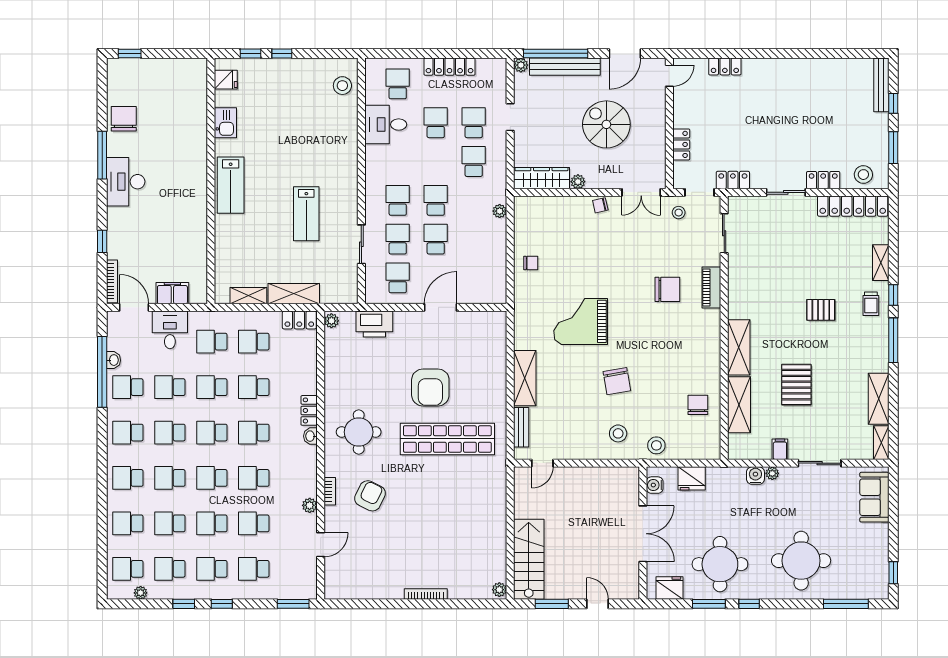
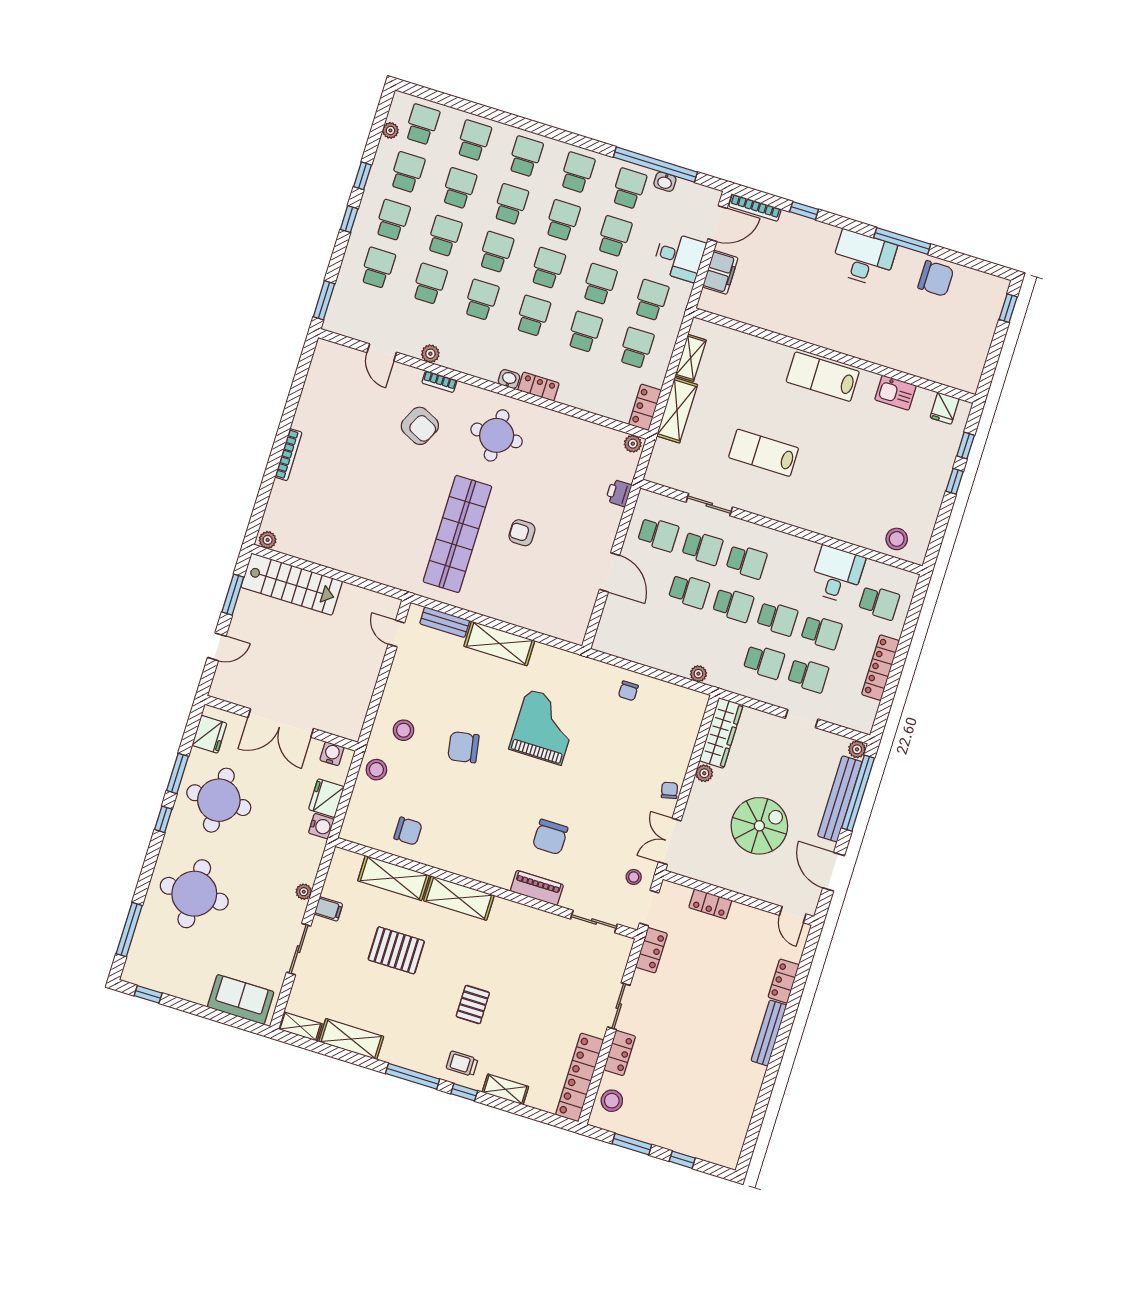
bench: (881, 85) -> (769, 1033), moved, turned 90
school desk: (436, 162) -> (777, 618), added
printer: (374, 324) -> (619, 493), width x0.53, depth x0.68
armchair: (430, 387) -> (522, 533), width x0.53, depth x0.53
water cooler: (755, 476) -> (321, 826), moved

